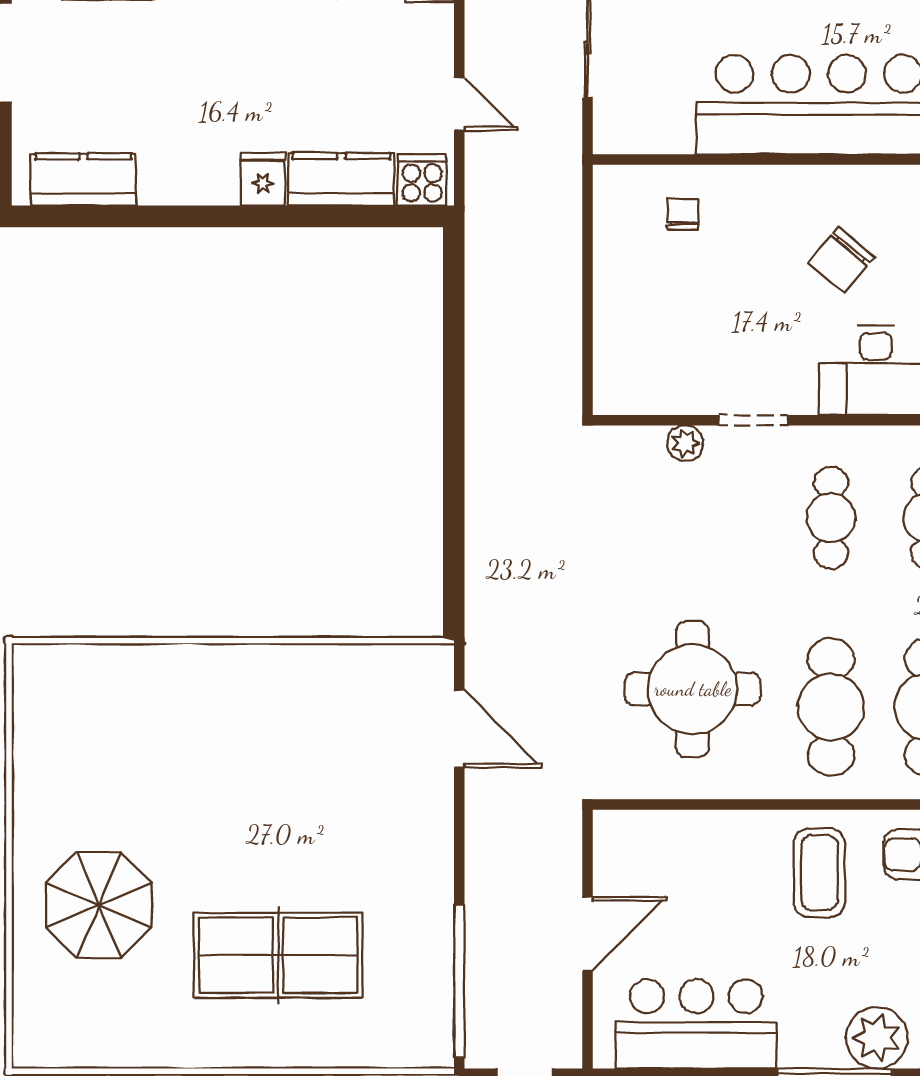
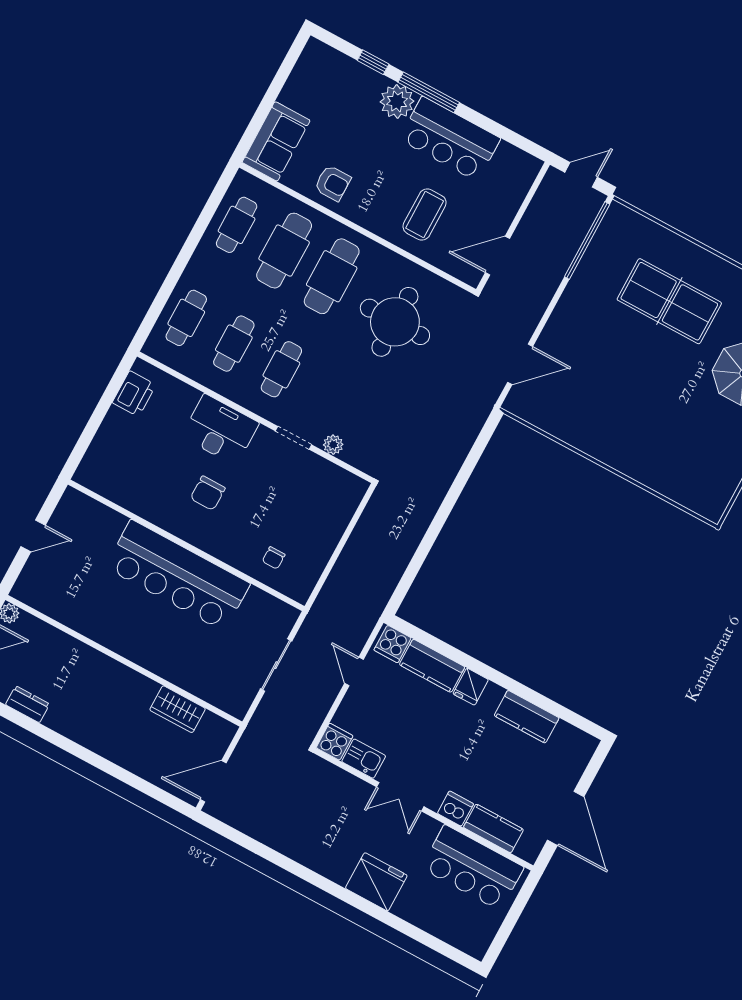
kitchen counter: (83, 179) -> (527, 717), moved
chair: (841, 260) -> (208, 493), turned 140
door: (459, 729) -> (520, 364), swing flipped
coffee table: (819, 873) -> (425, 215), moved
door: (587, 934) -> (498, 256), moved
bar counter: (696, 1024) -> (450, 139), moved

